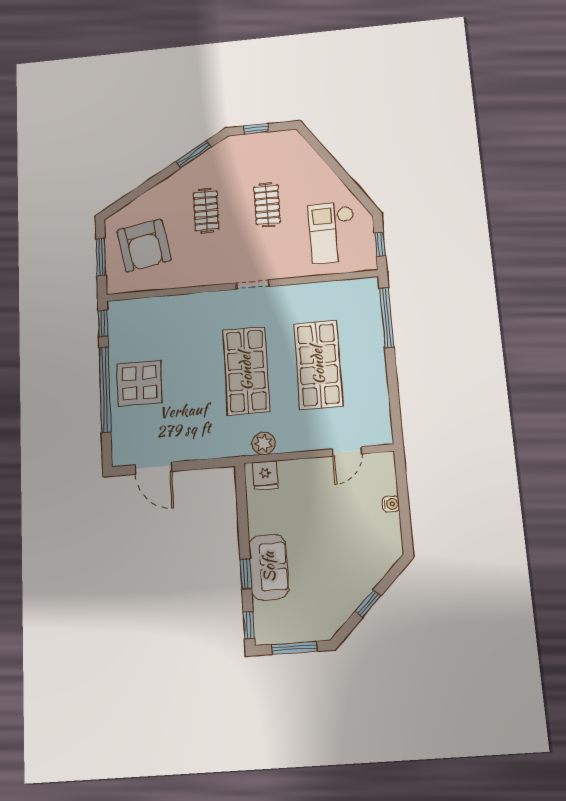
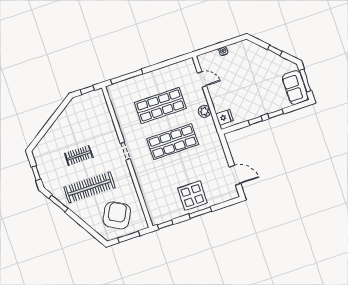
clothes rail: (206, 211) -> (90, 187), width x1.86, depth x1.31
checkout: (332, 233) -> (87, 117), removed
armchair: (144, 245) -> (117, 215), turned -52
window: (105, 389) -> (200, 213), width x0.47
plant: (263, 443) -> (204, 111), moved
door: (153, 468) -> (235, 175), hinge flipped
sofa: (269, 567) -> (295, 88), moved, turned -90
window: (249, 625) -> (255, 121), moved

